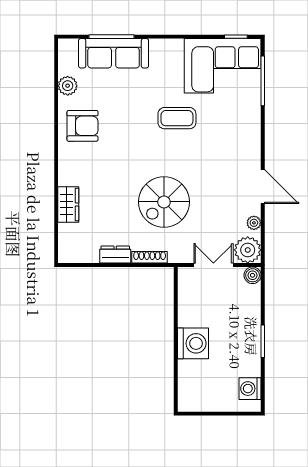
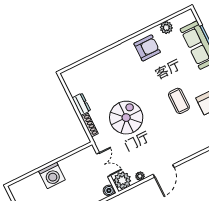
armchair: (82, 126) -> (147, 48), turned -90
spiral stairs: (164, 202) -> (126, 118), turned 90
wardrobe: (68, 204) -> (97, 62), removed

